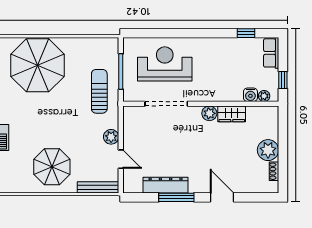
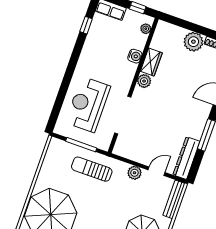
water cooler: (250, 95) -> (135, 56), moved
dresser: (166, 185) -> (186, 158), moved

